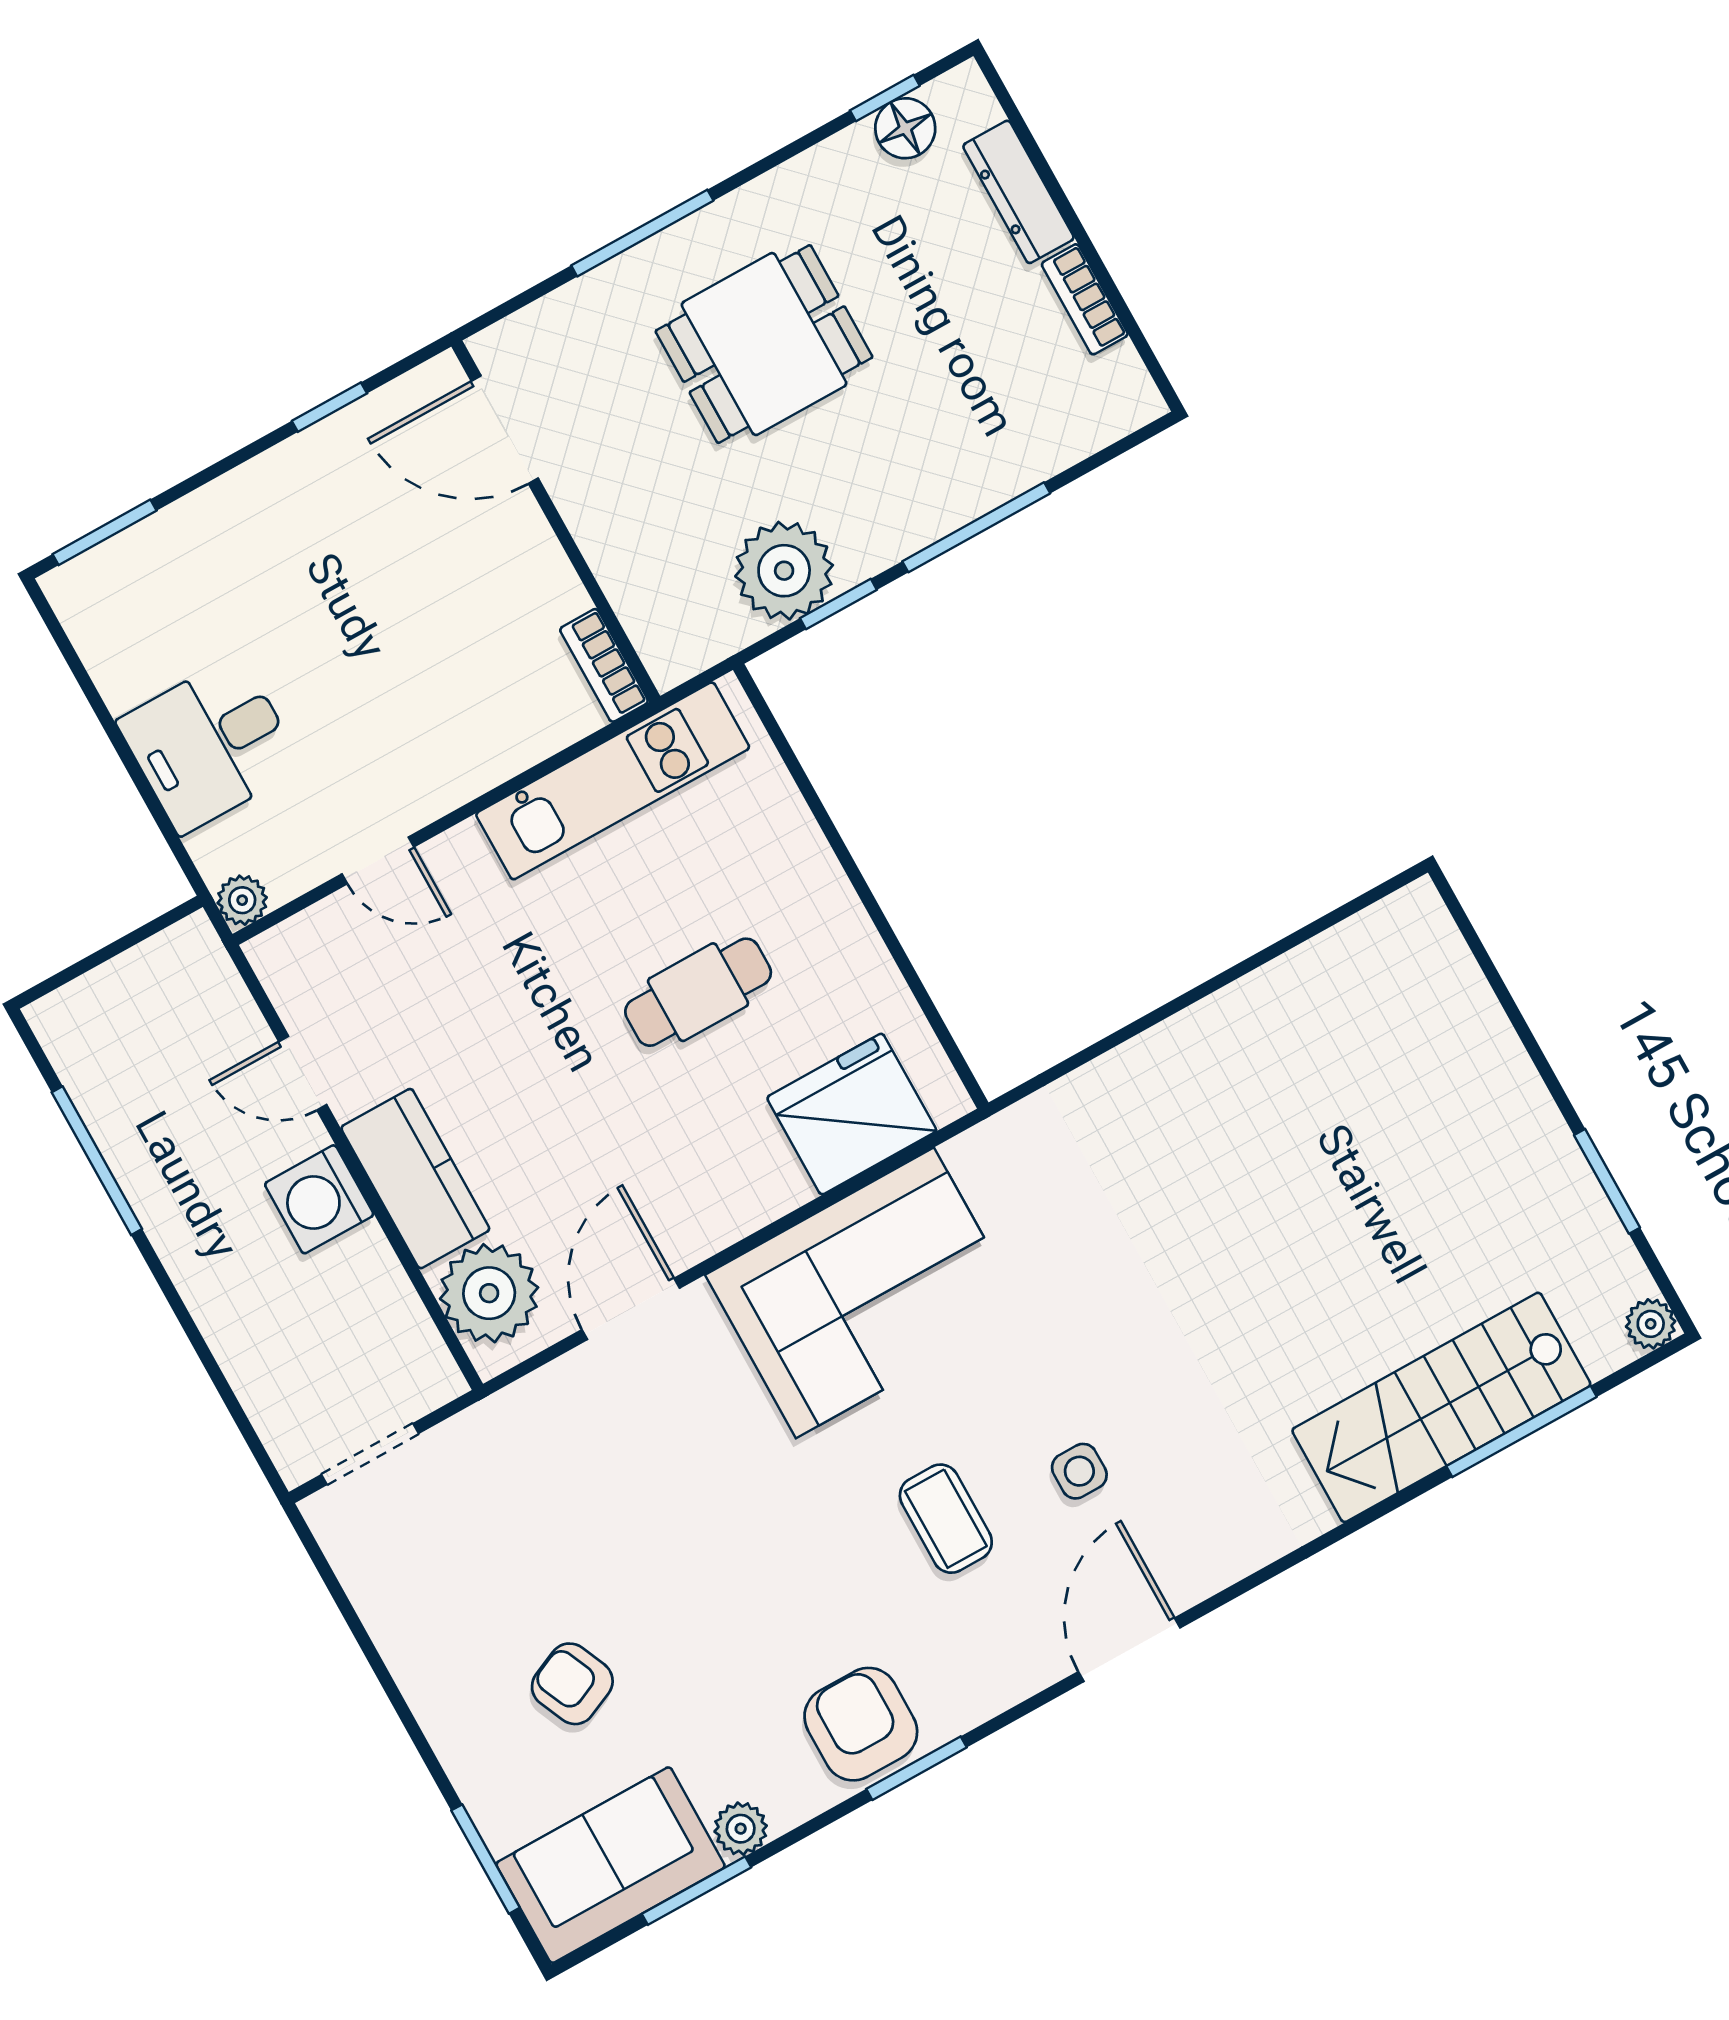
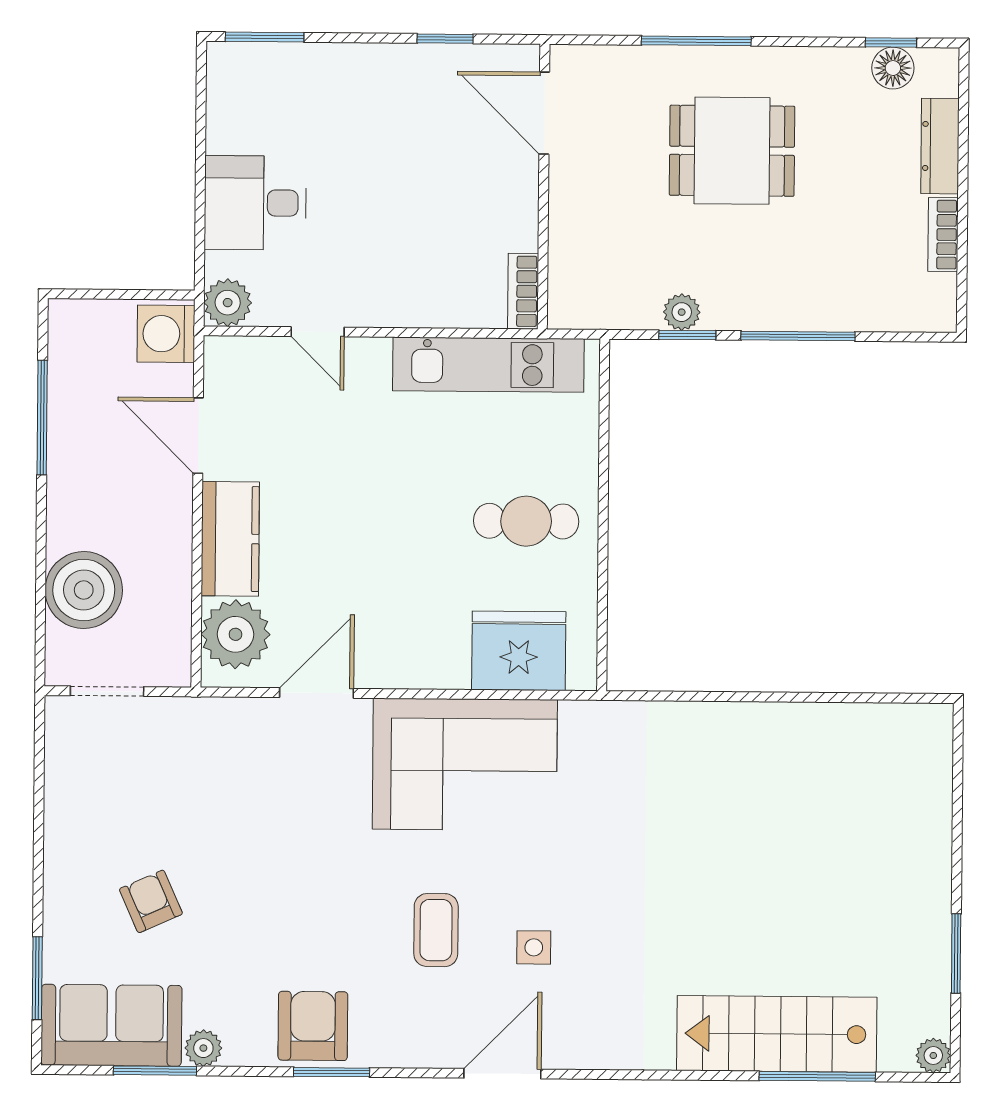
plant: (784, 571) -> (682, 312), width x0.53, depth x0.53
plant: (242, 900) -> (228, 303), width x1.38, depth x1.38
cafe table: (698, 992) -> (526, 521), moved
door: (303, 1073) -> (198, 436), width x1.38
washing machine: (319, 1199) -> (166, 334), moved
boiler: (270, 1345) -> (84, 590), added

